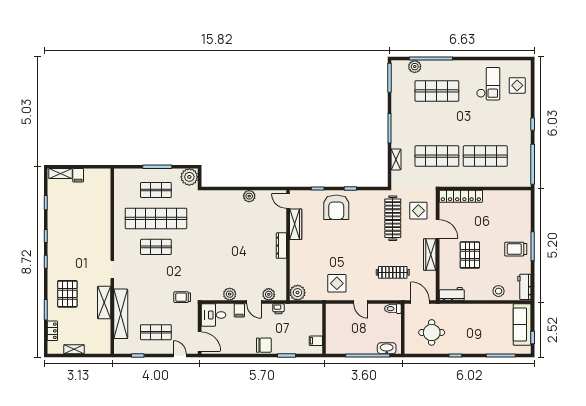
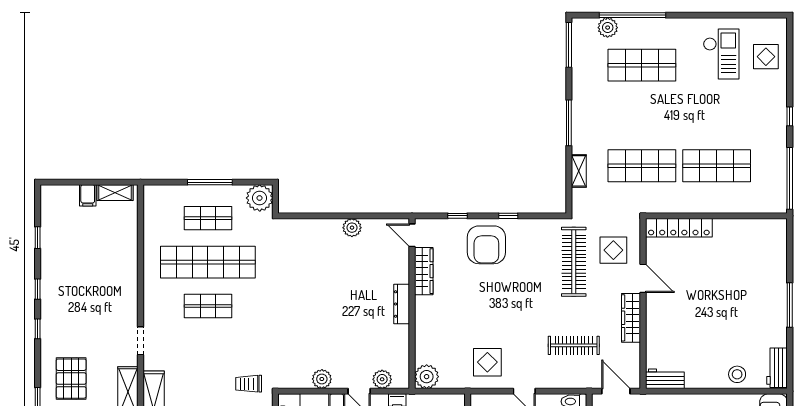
shelving: (60, 173) -> (115, 193), moved
trolley: (516, 249) -> (764, 309), removed
pallet: (470, 255) -> (693, 318), removed

